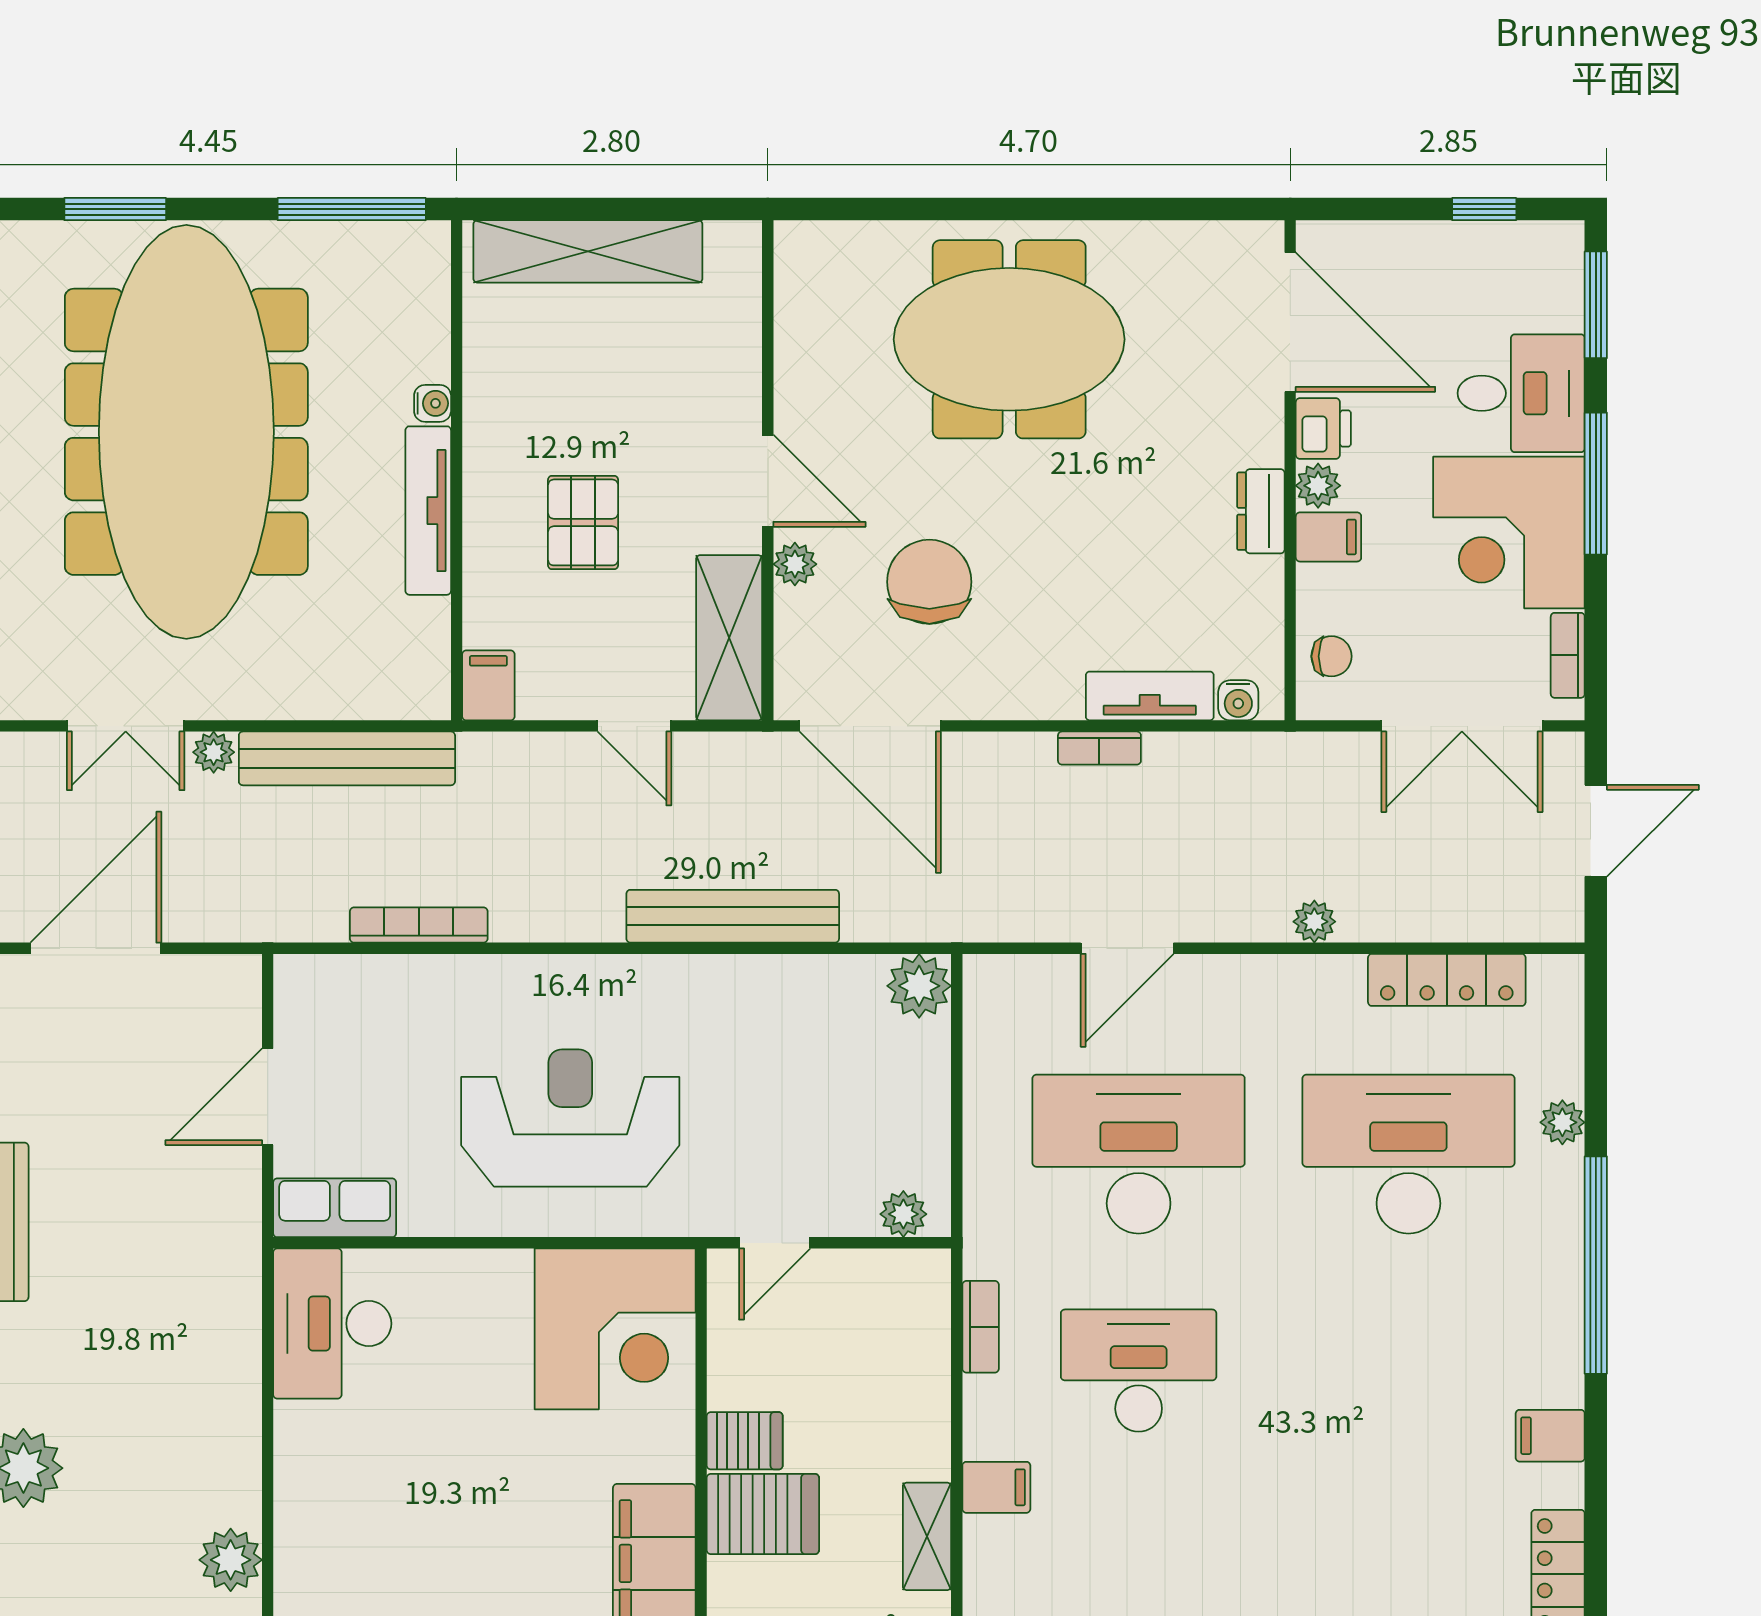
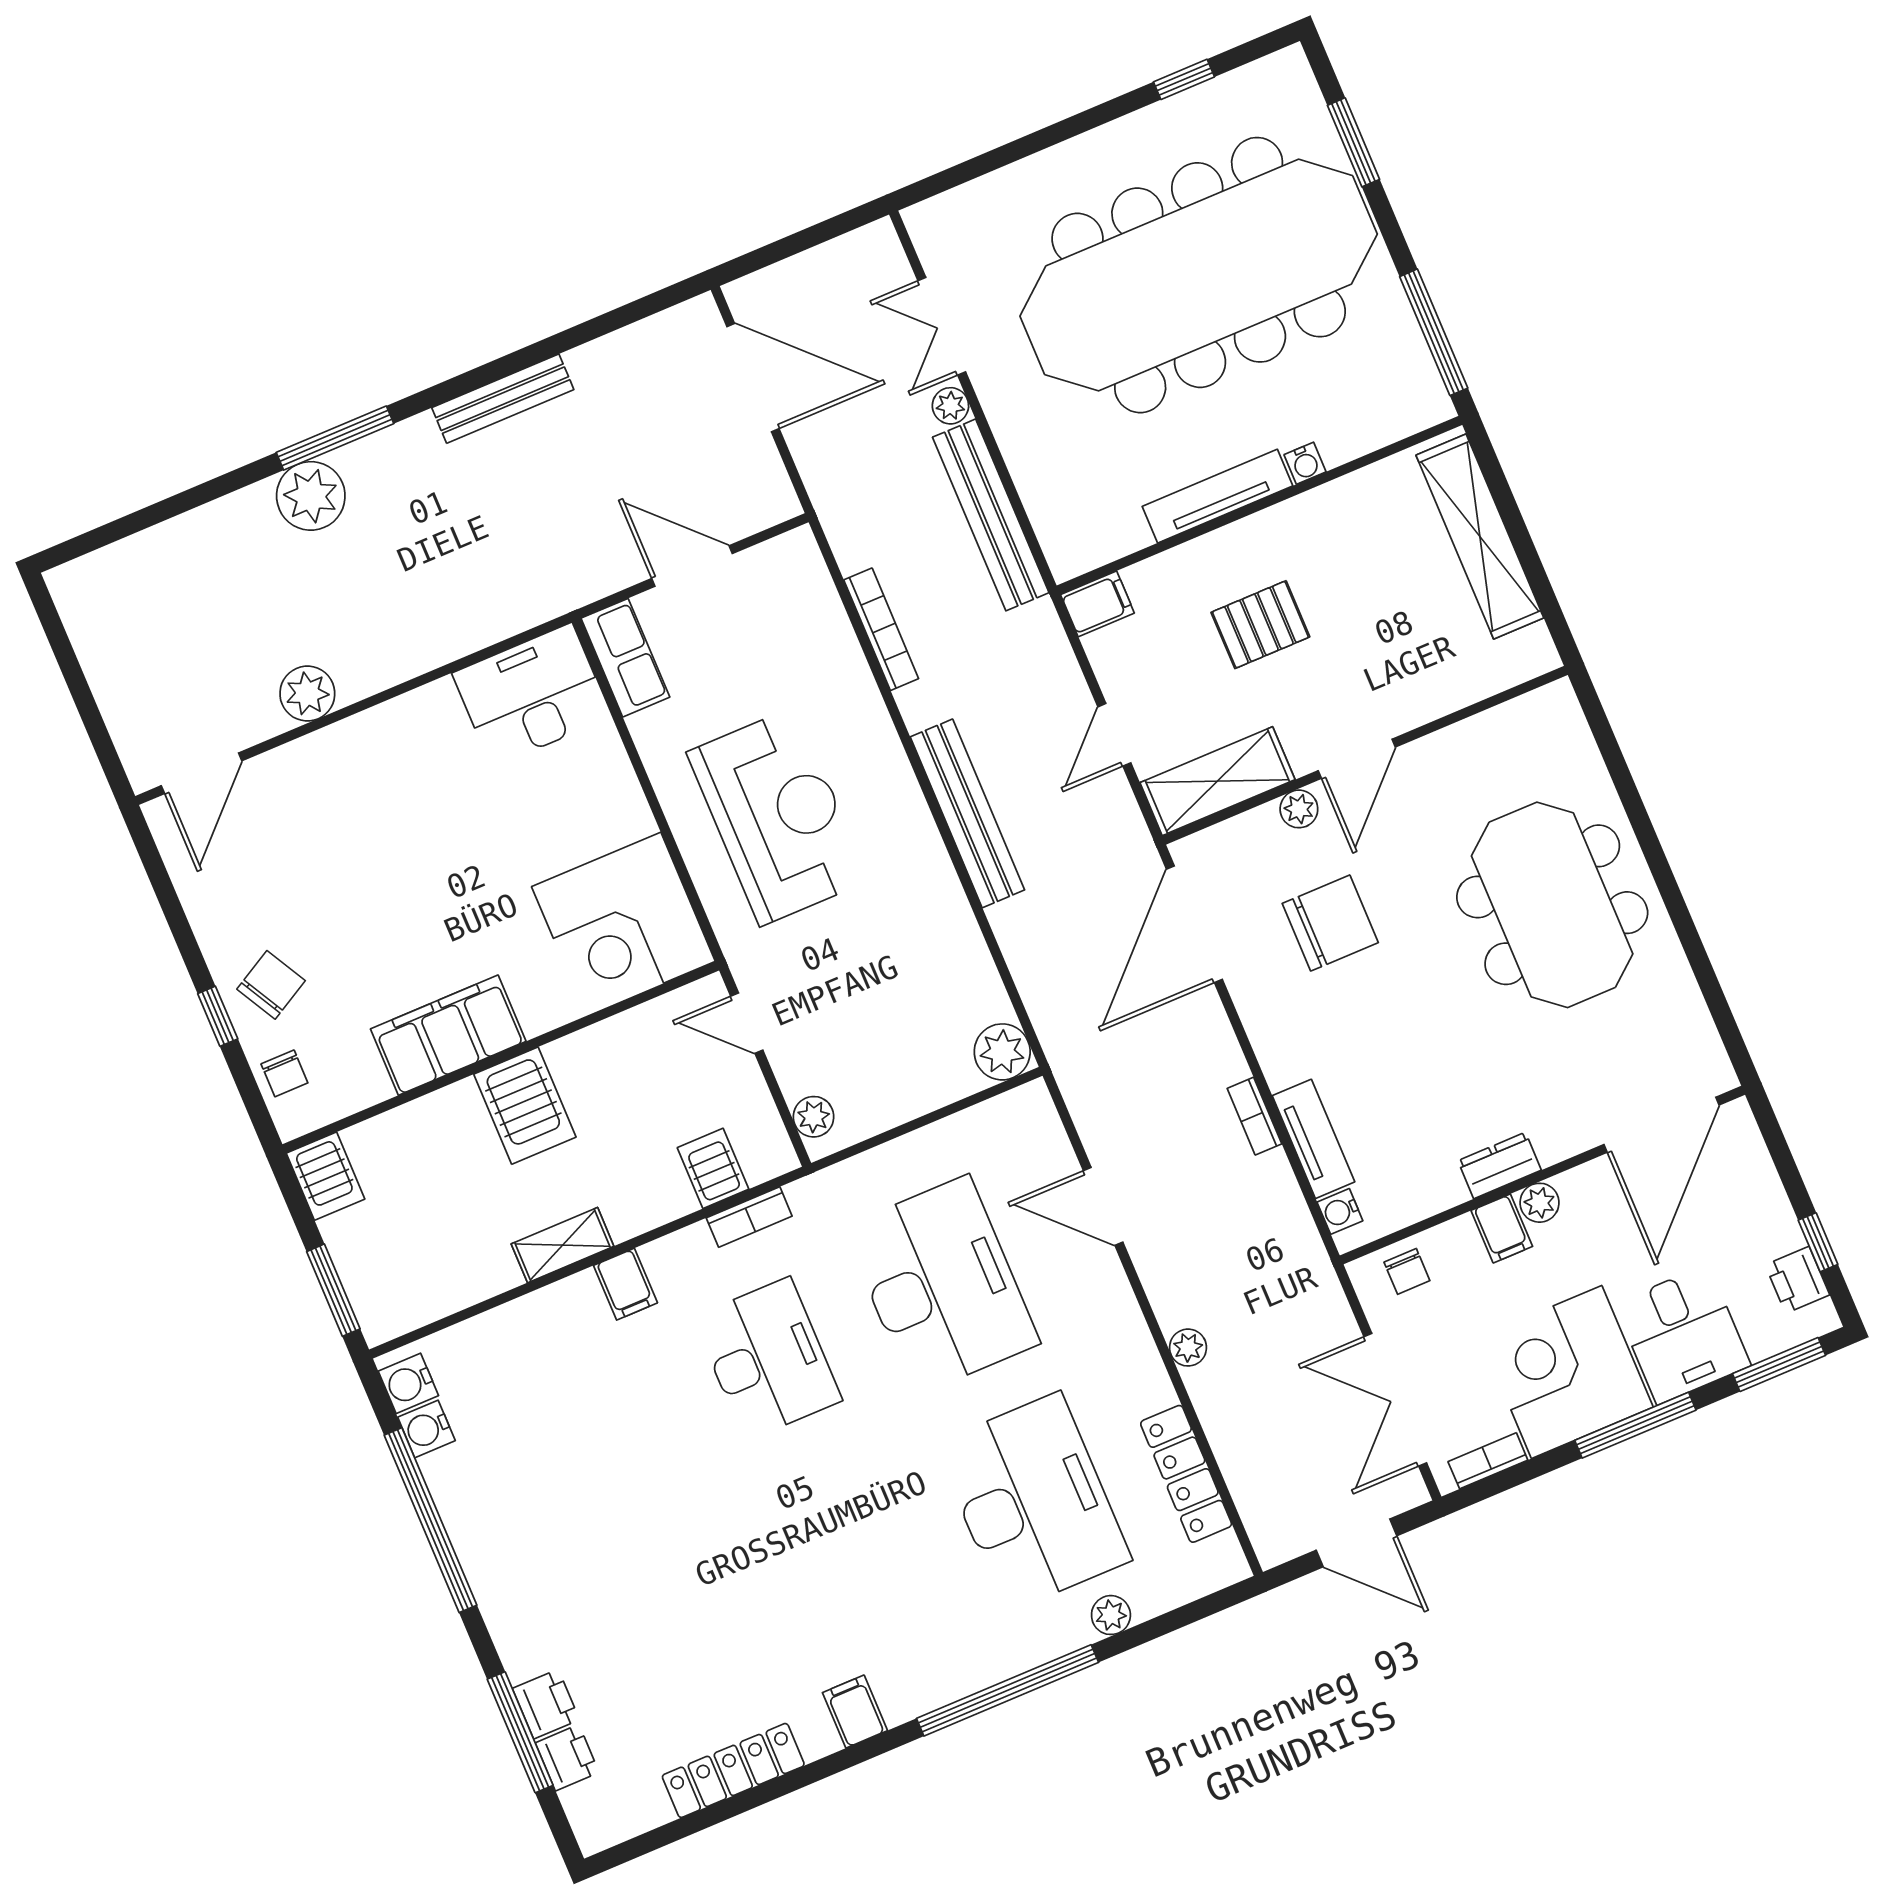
printer: (1323, 429) -> (1797, 1280), moved, turned 90
bench: (733, 916) -> (967, 813), moved
server rack: (745, 1441) -> (713, 1168), moved, turned 180

